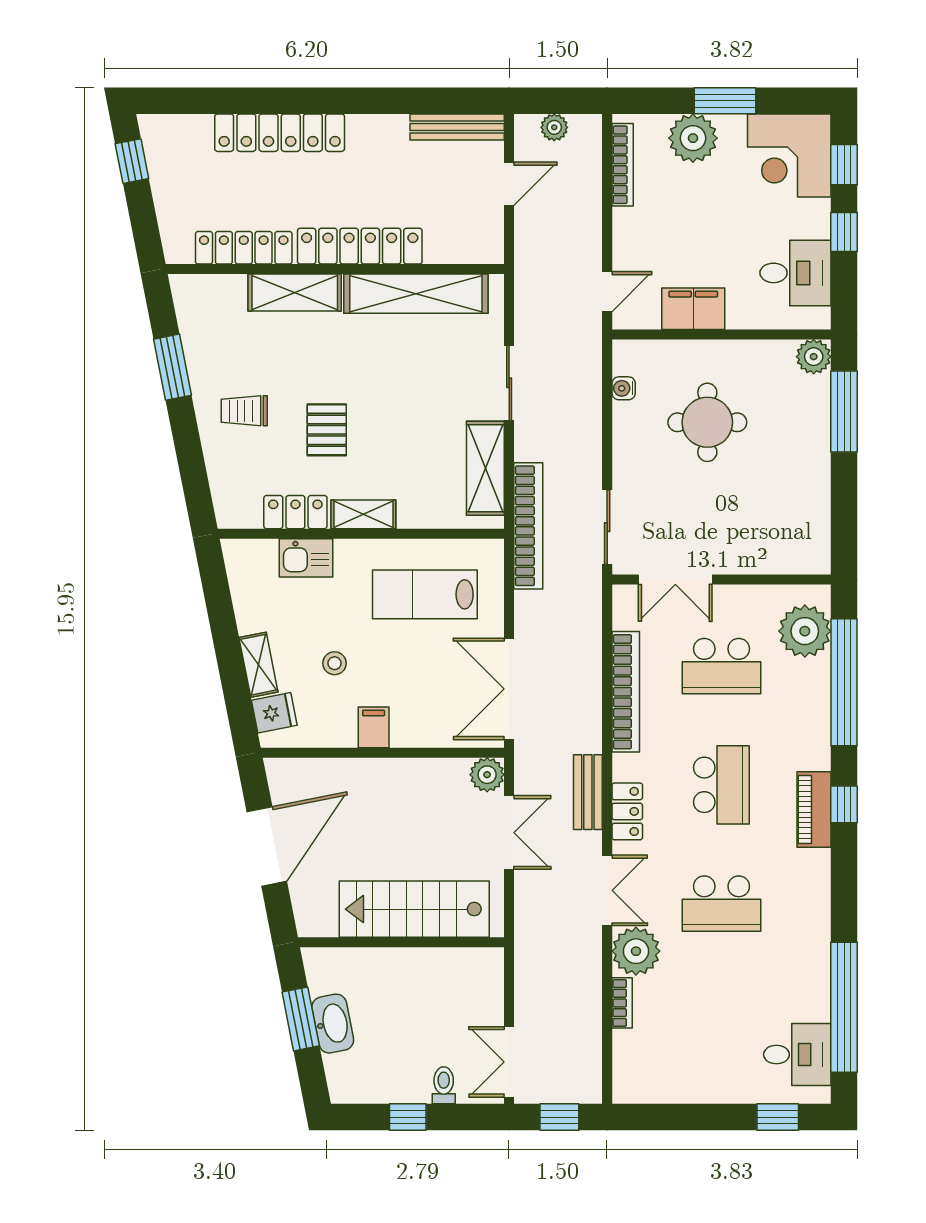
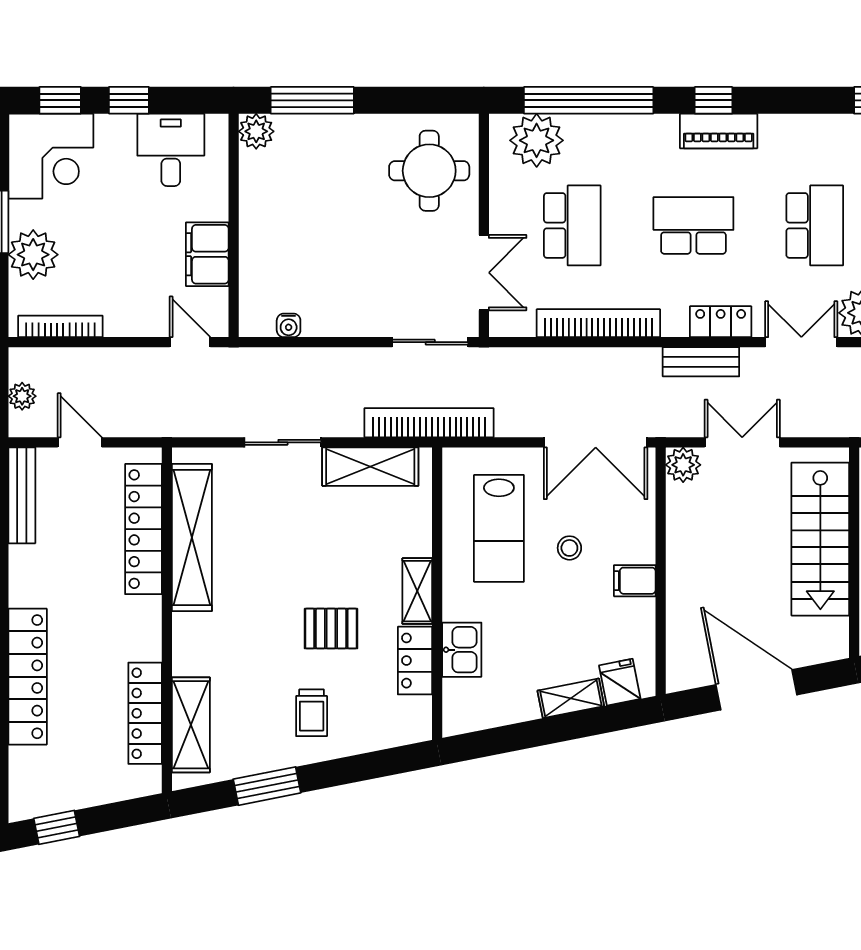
locker: (360, 246) -> (143, 529), moved
shelving: (295, 293) -> (191, 725), moved
round table: (707, 422) -> (429, 171), moved
stool: (335, 663) -> (569, 548), moved

